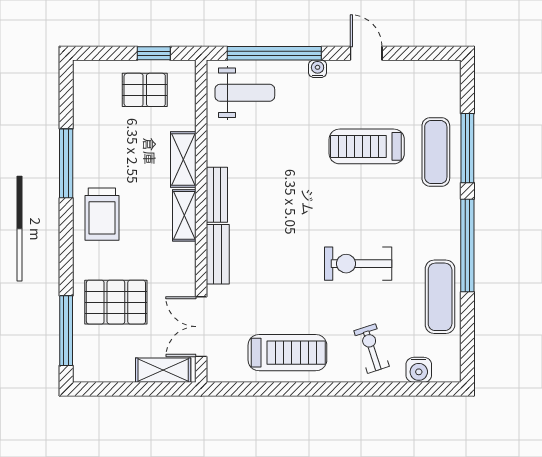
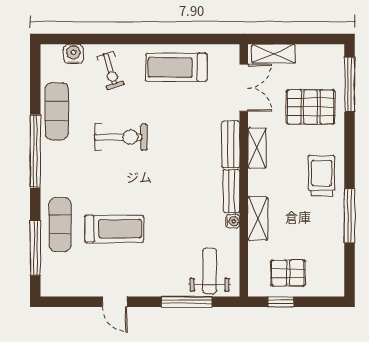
window: (274, 53) -> (187, 302), width x0.68
water cooler: (318, 69) -> (233, 221), moved, turned -90
weight bench: (245, 93) -> (210, 271), turned 90
window: (467, 148) -> (35, 248), moved
shelving: (184, 215) -> (257, 148), moved

